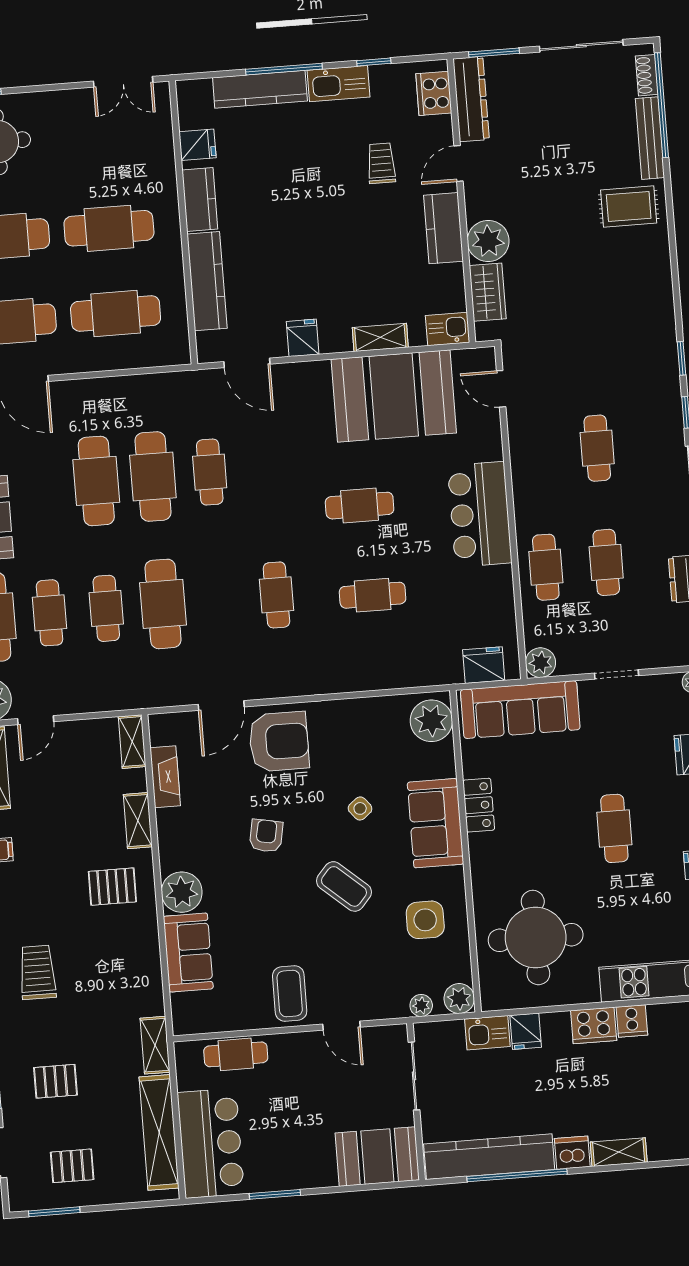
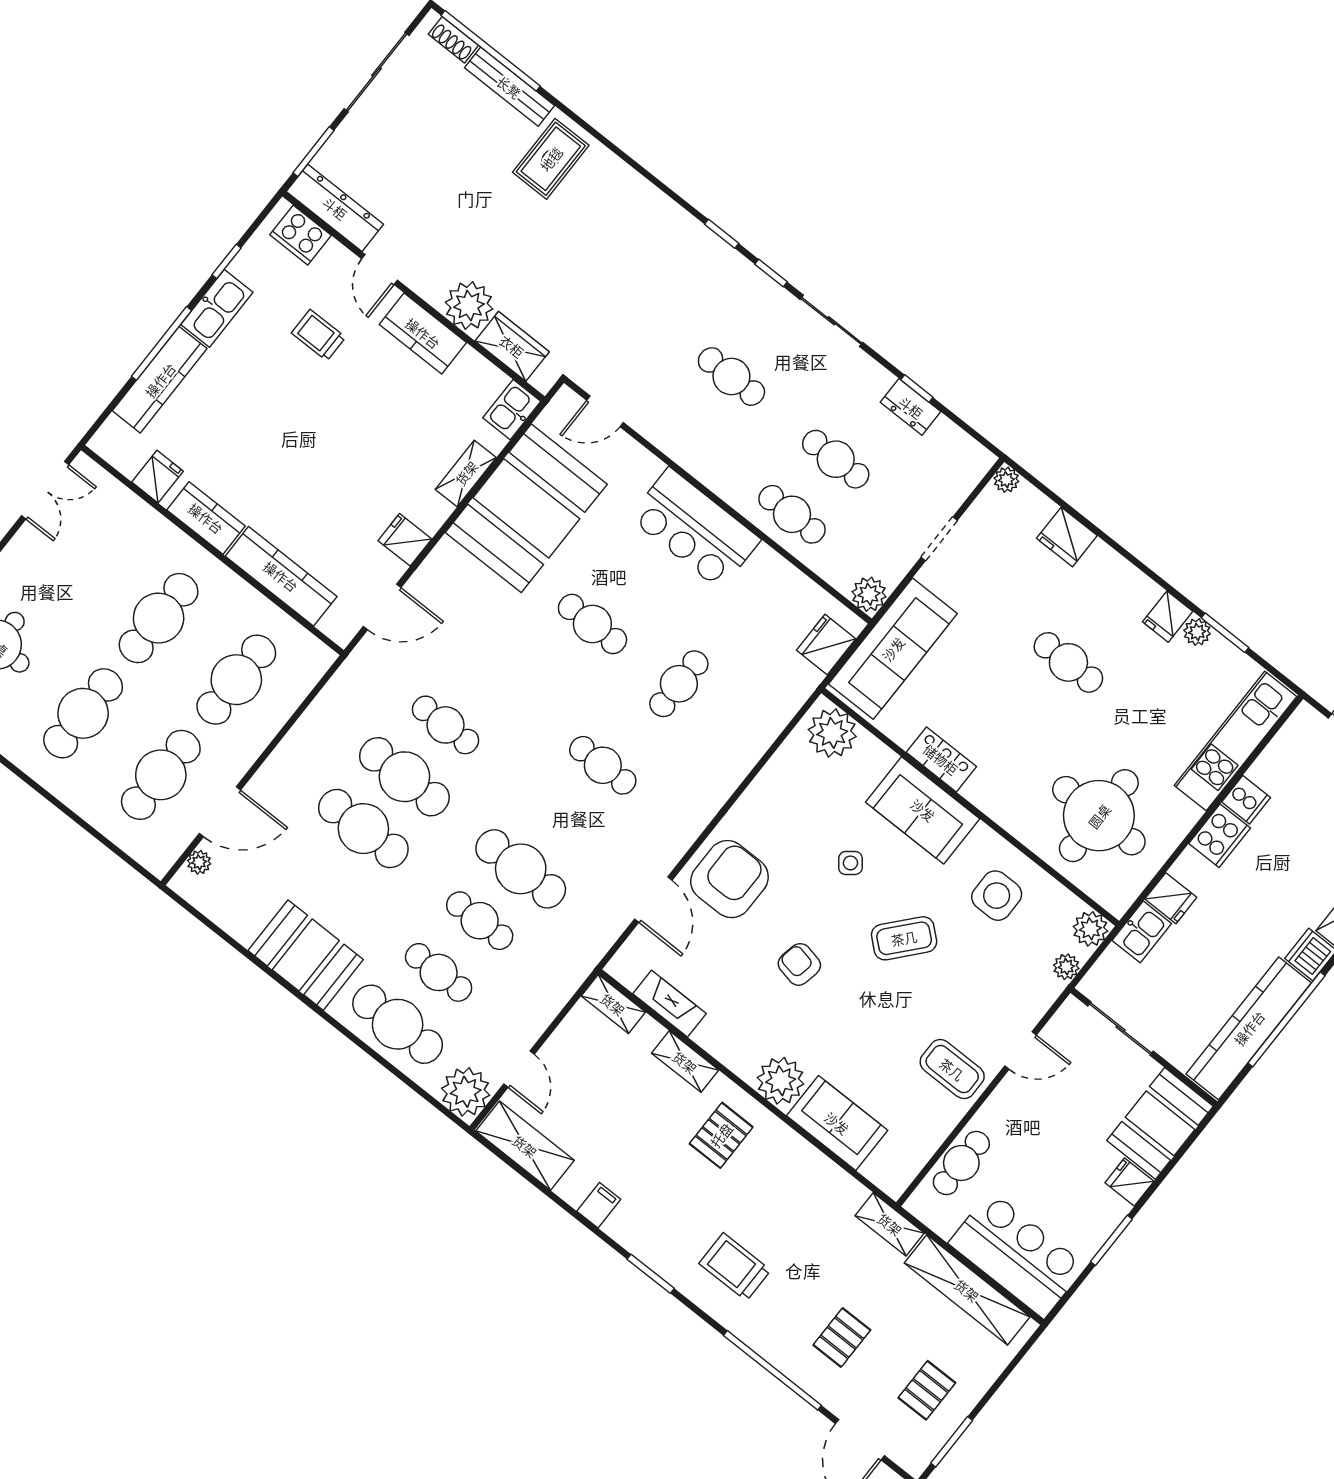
cafe table: (360, 506) -> (592, 624), turned 90
fridge: (322, 1172) -> (1129, 1182), added

